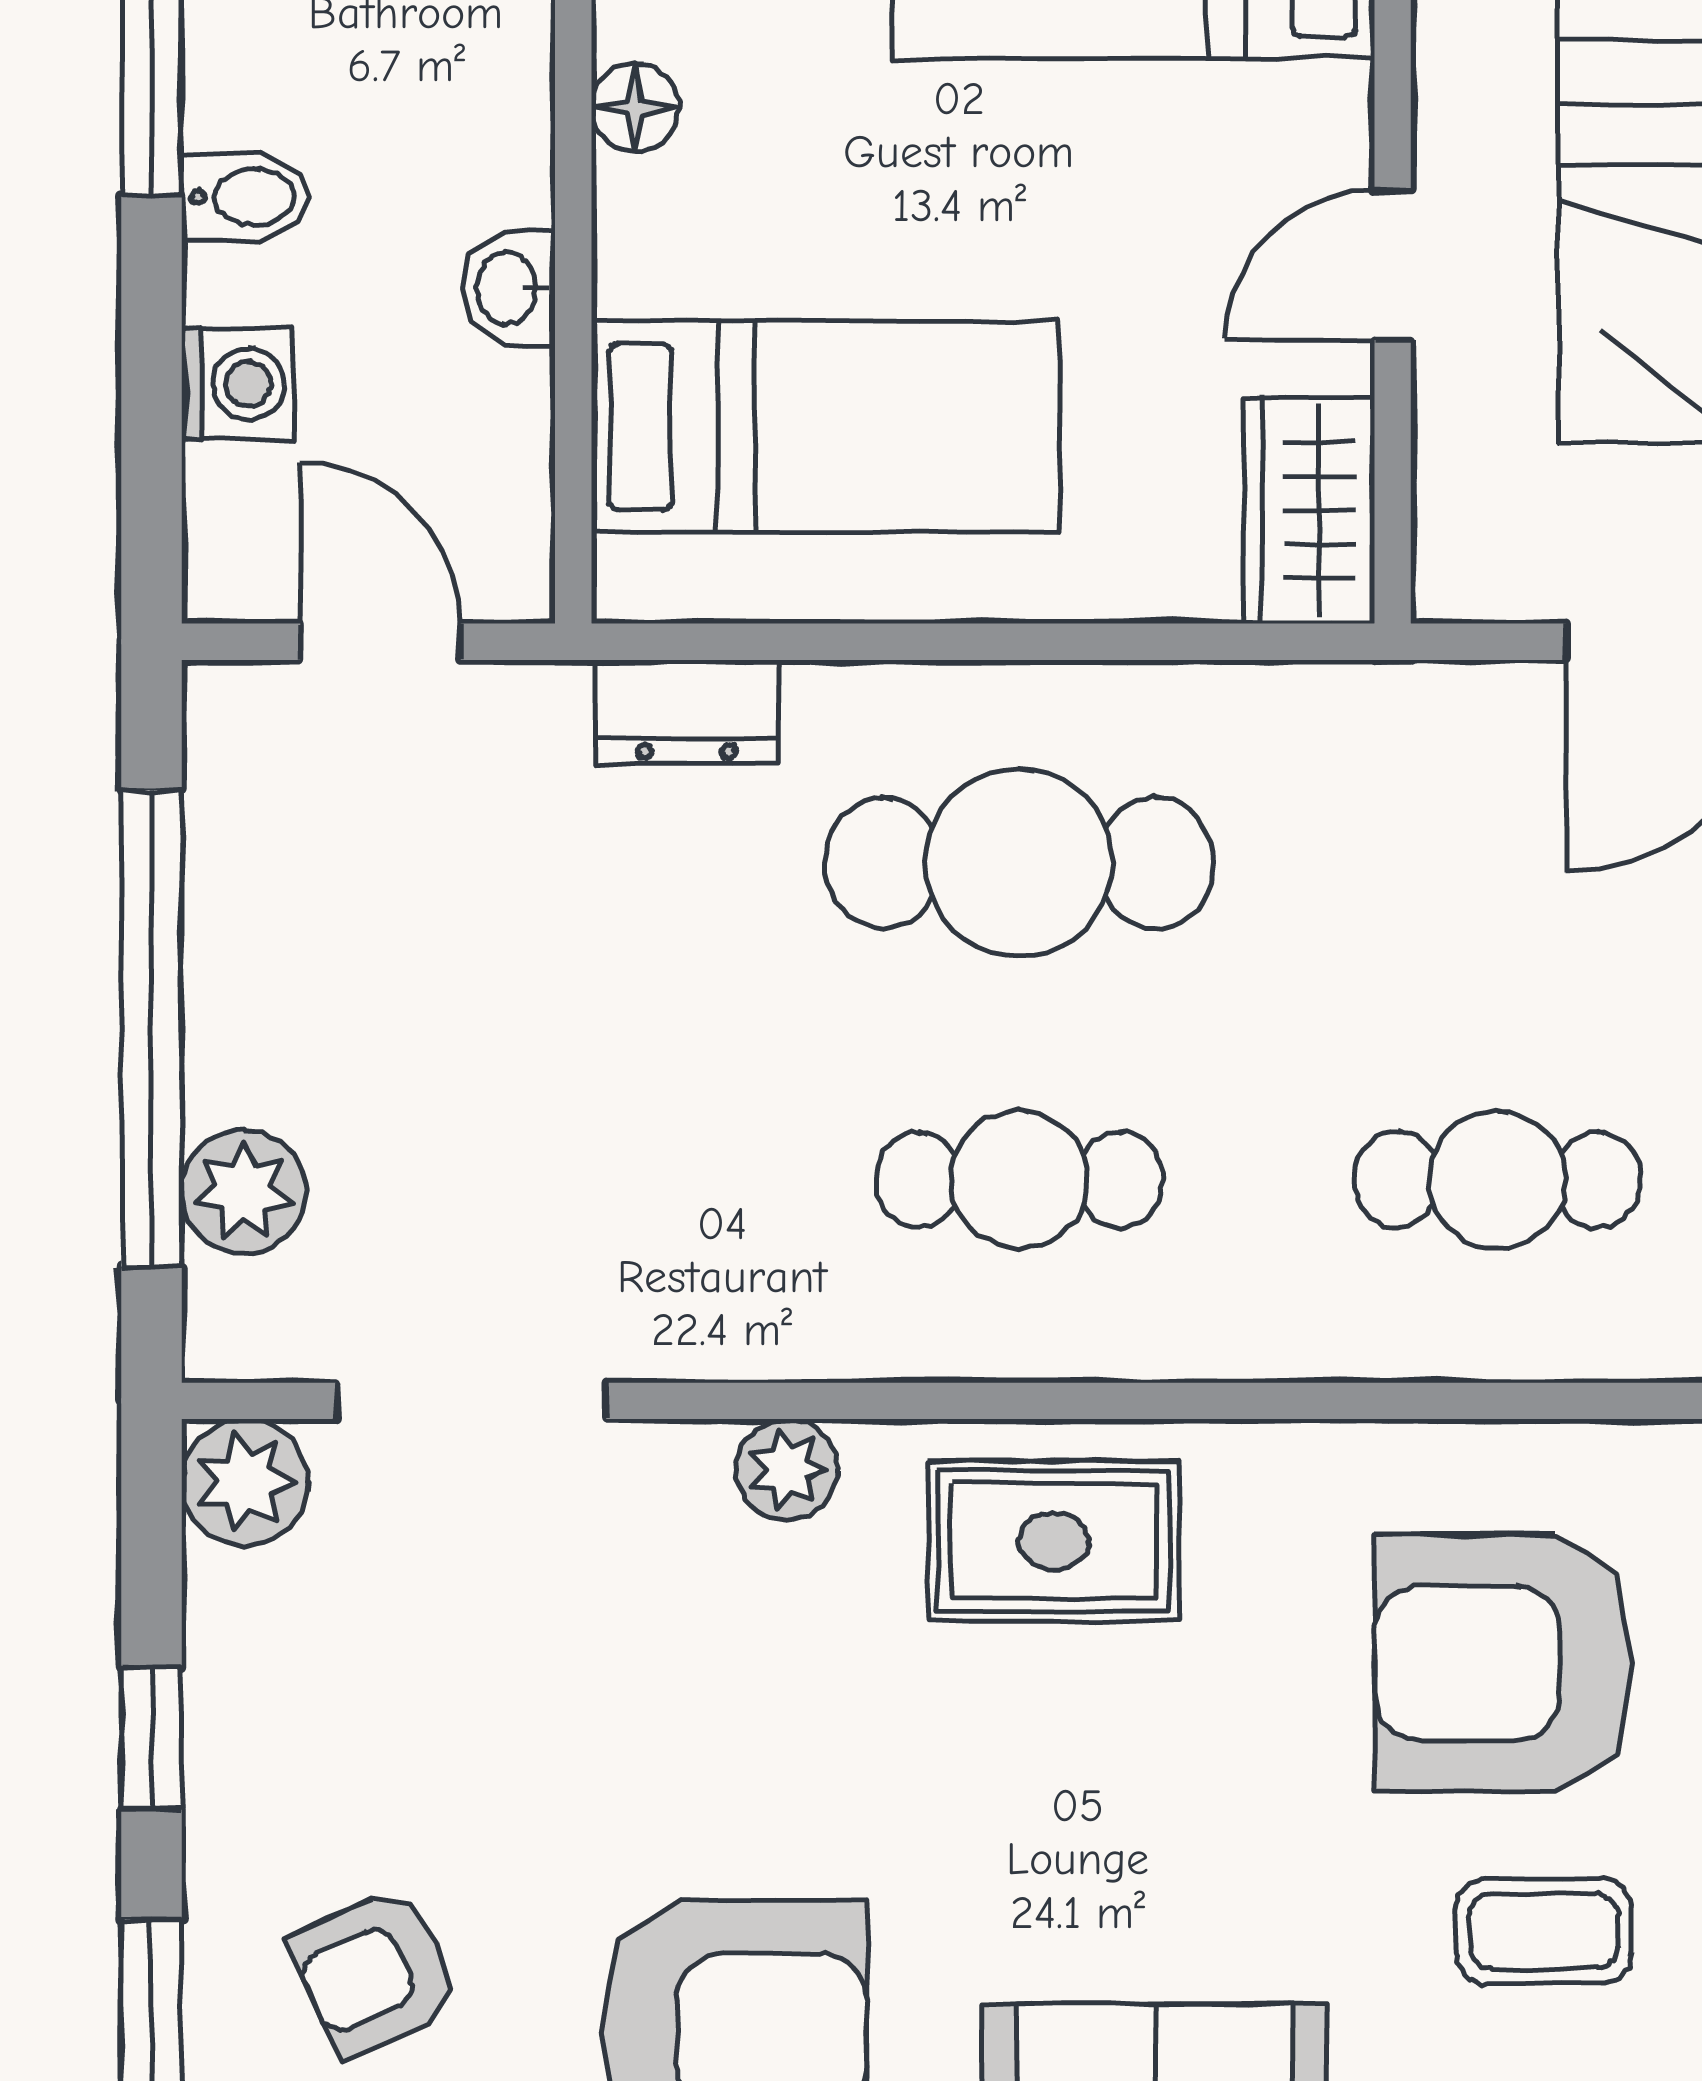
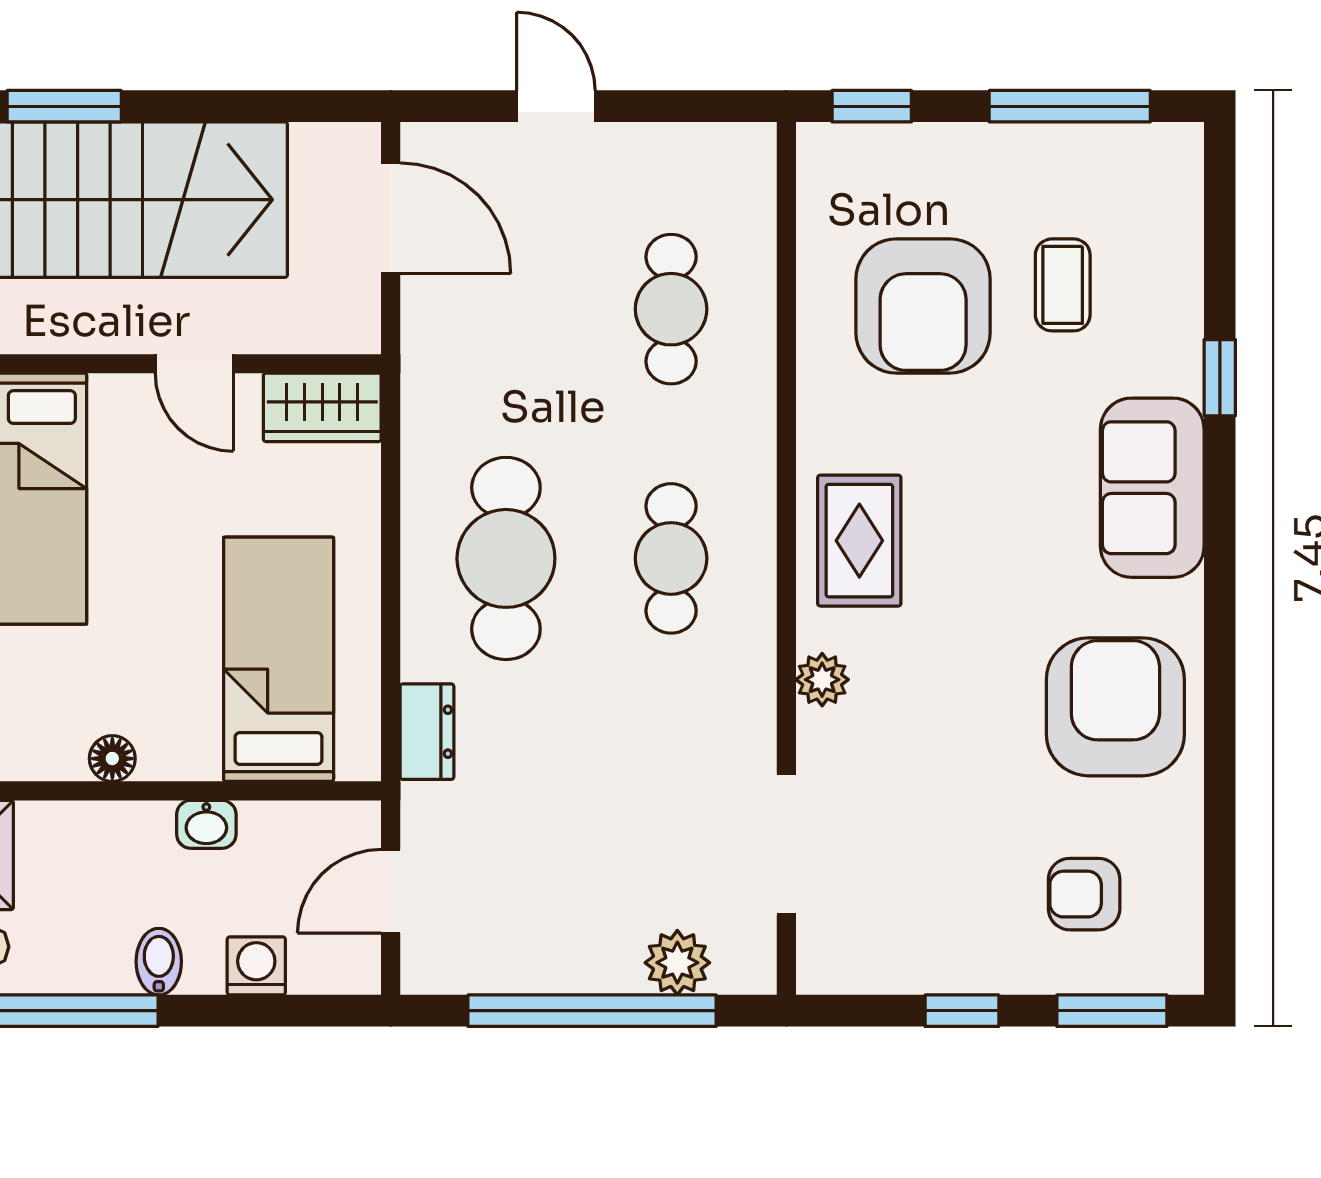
plant: (245, 1482) -> (829, 962), removed
armchair: (375, 1972) -> (1084, 894), turned 115

